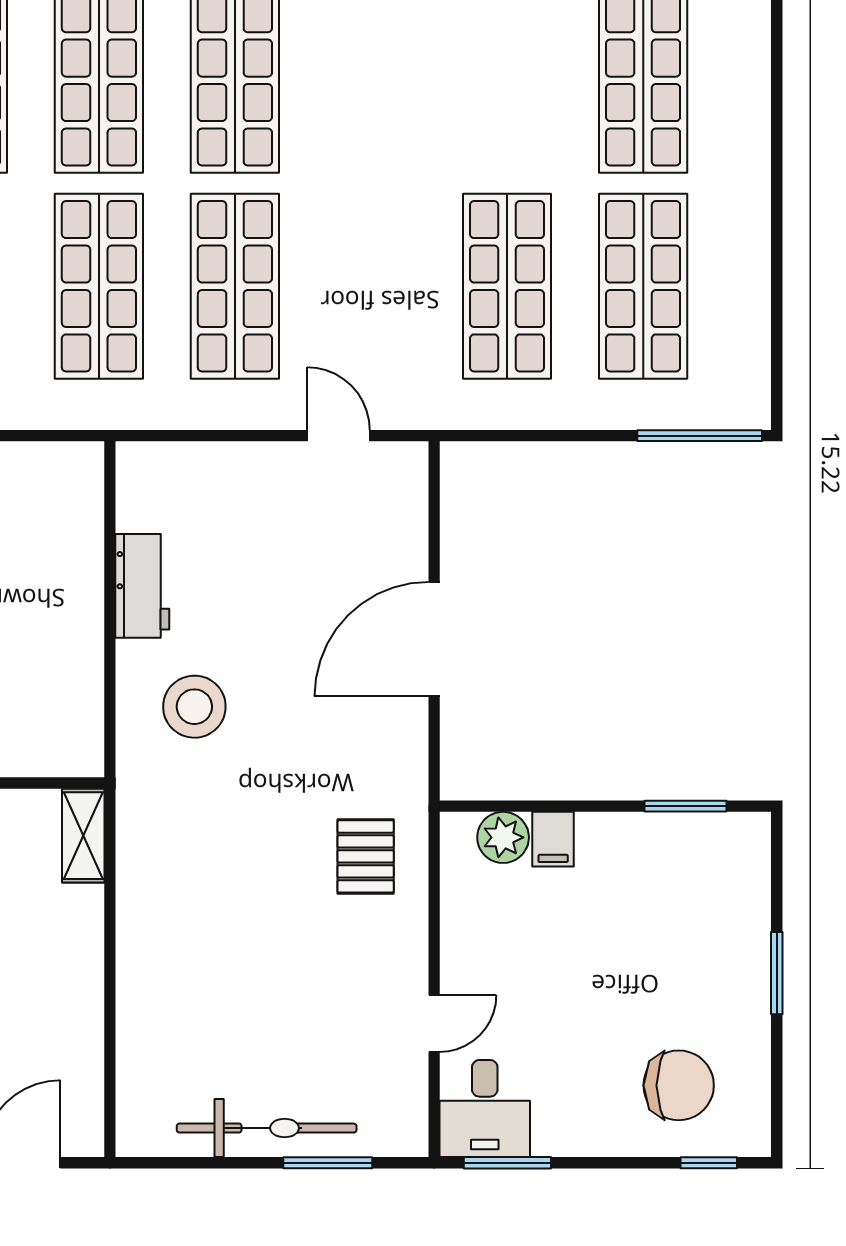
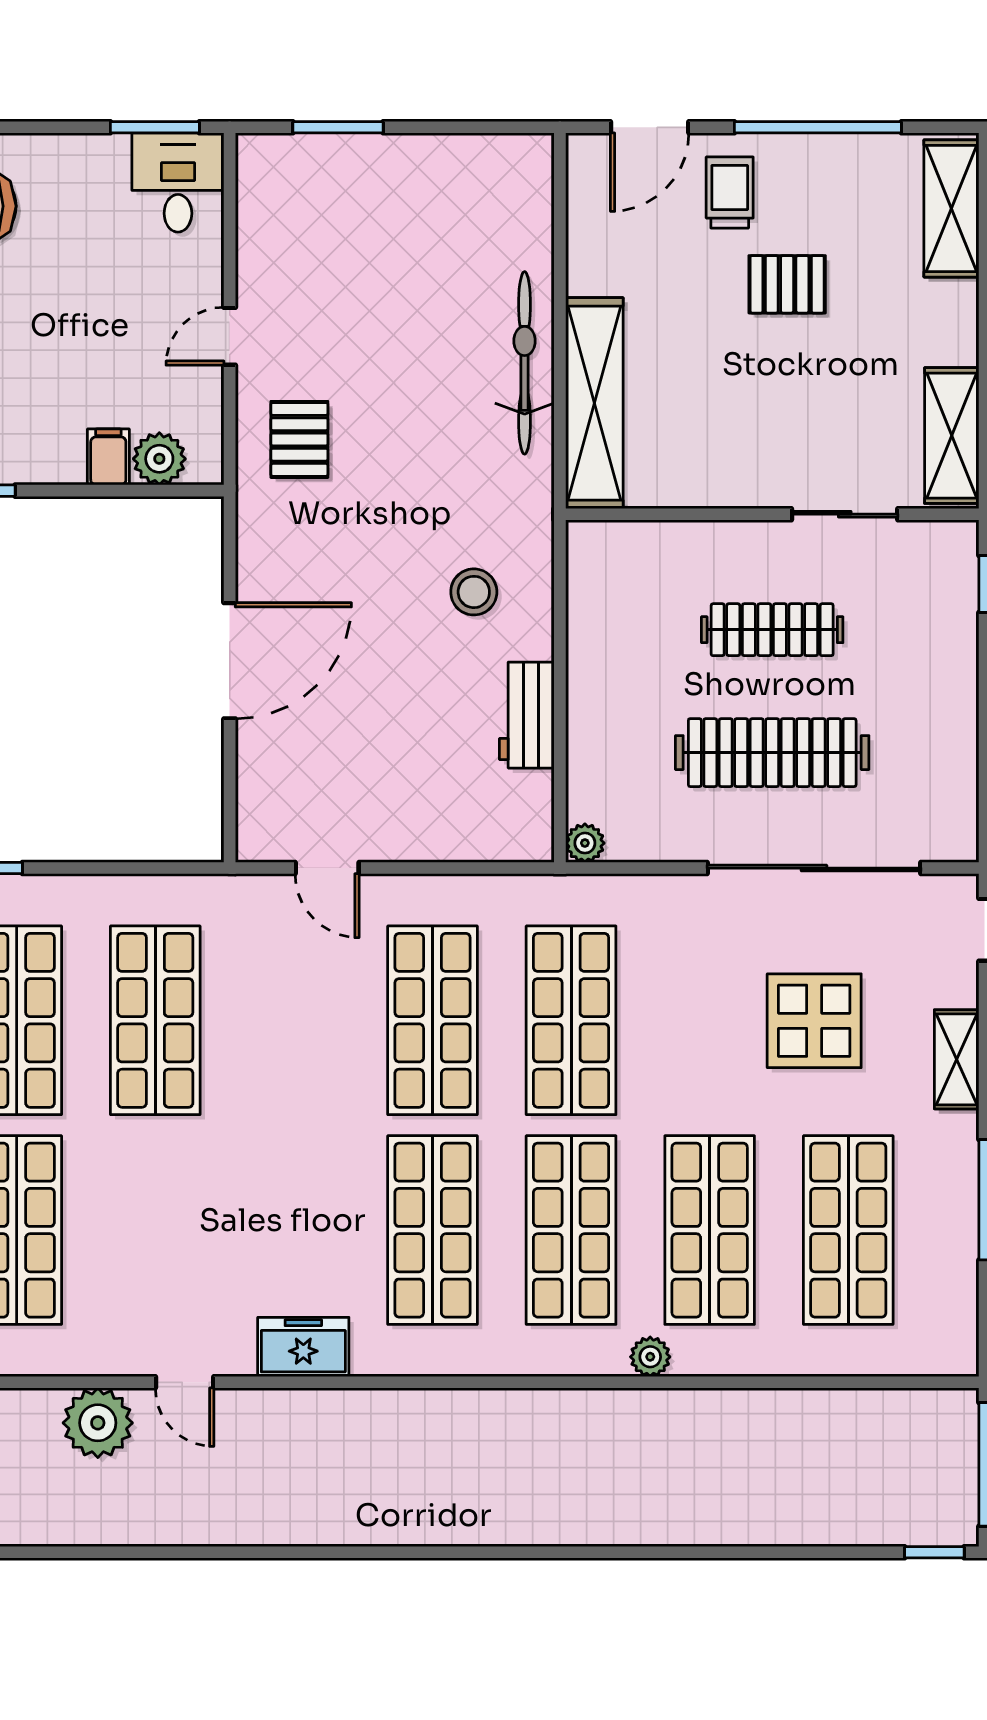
plant: (85, 460) -> (585, 843), added
stool: (194, 707) -> (474, 592), width x0.73, depth x0.73
shelving: (83, 836) -> (594, 403), width x2.20, depth x1.33
door: (434, 1023) -> (230, 336), moved
bicycle: (267, 1128) -> (525, 363), moved, turned 90

